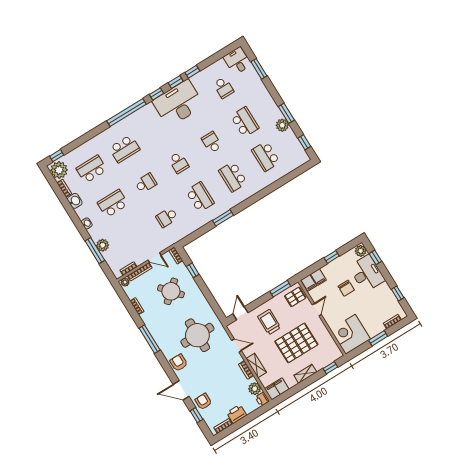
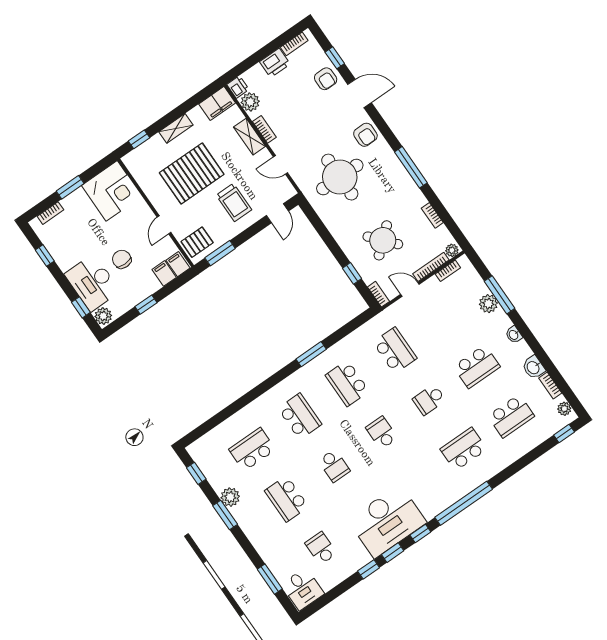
school desk: (266, 156) -> (252, 449), turned -90
plant: (59, 170) -> (564, 409), width x0.53, depth x0.53
school desk: (167, 217) -> (395, 350), width x1.85

